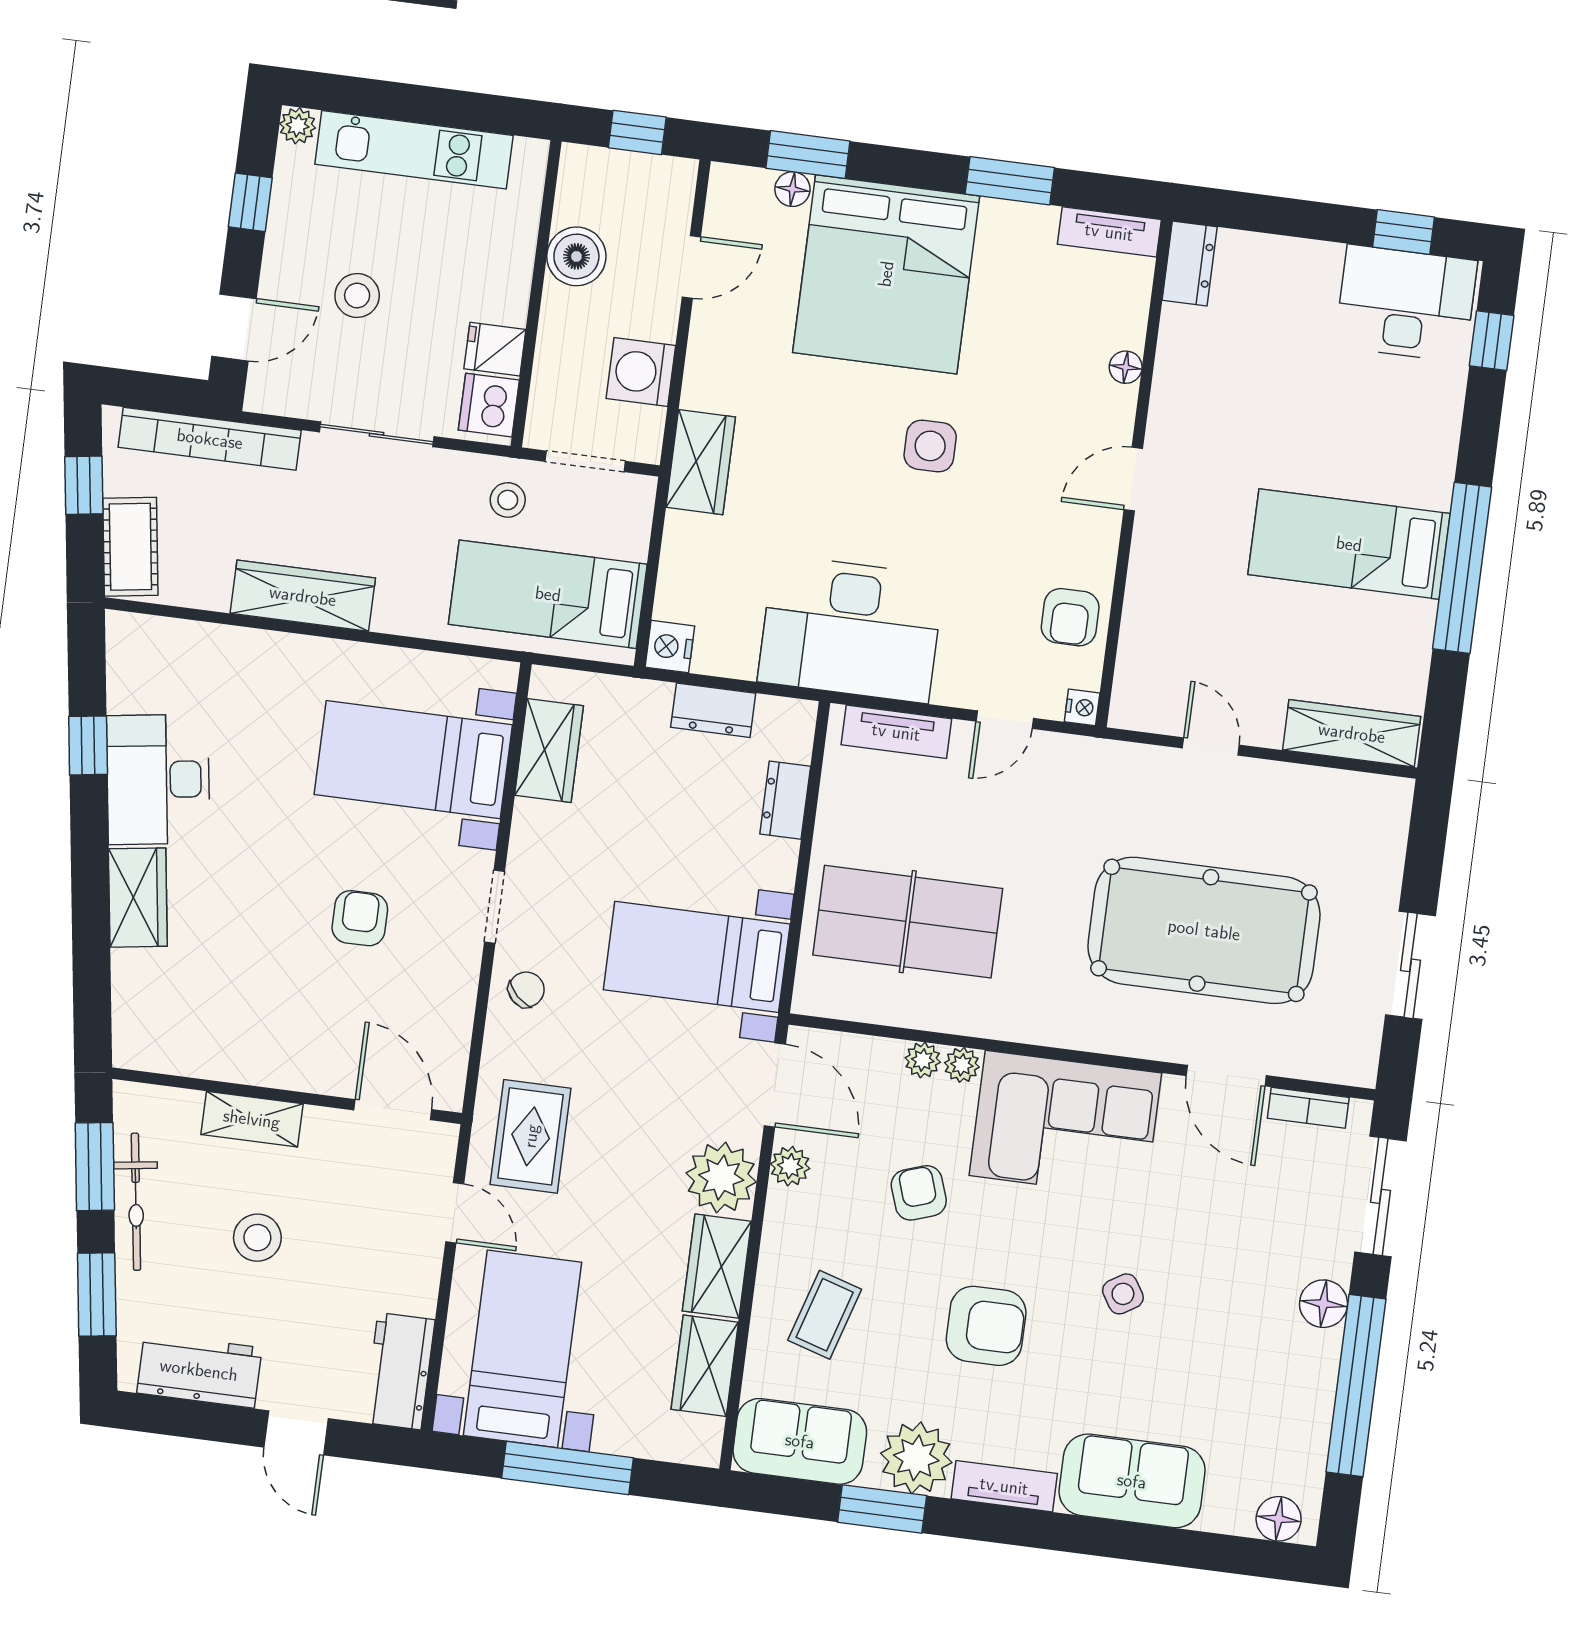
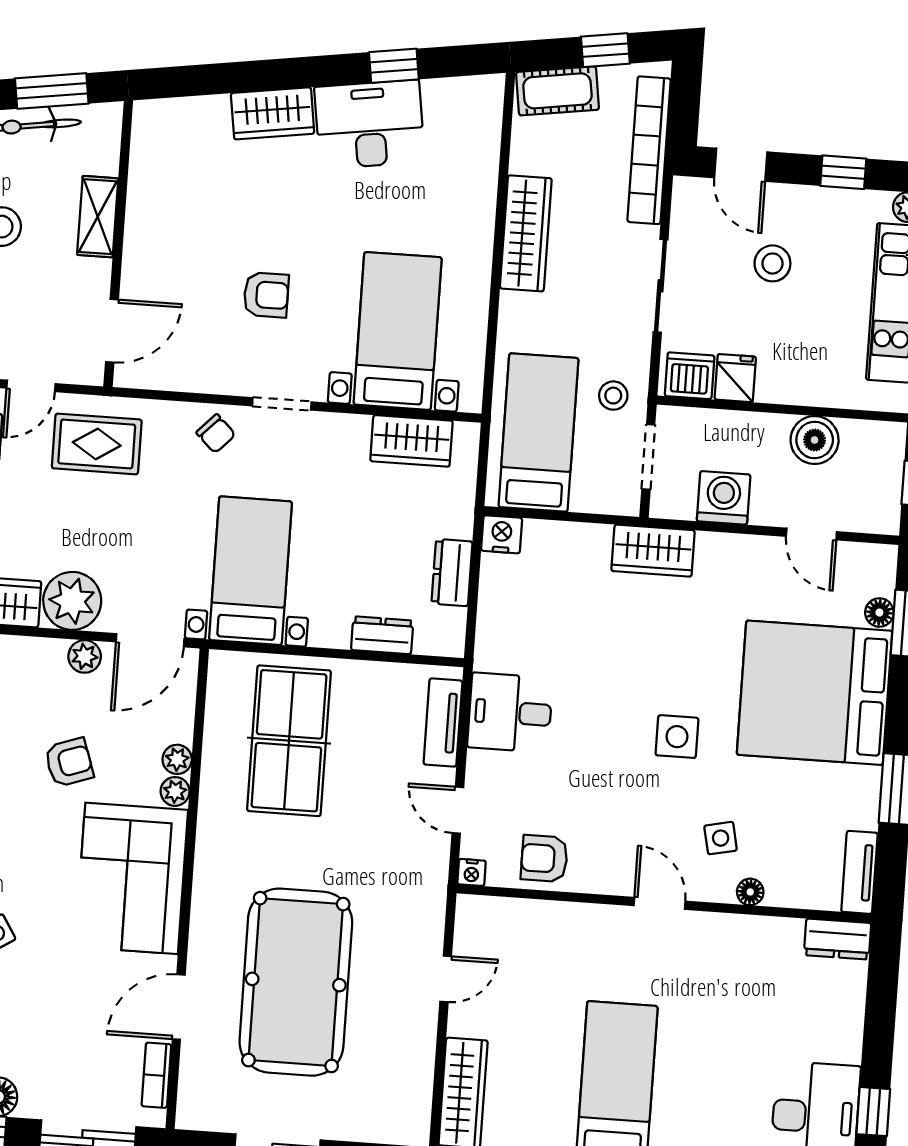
side table: (1058, 400) -> (721, 838), added
desk: (851, 629) -> (510, 713), width x0.53, depth x0.77

